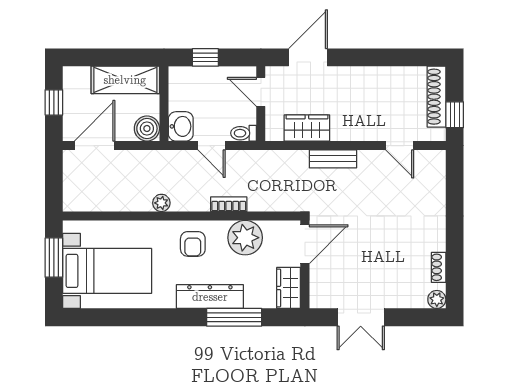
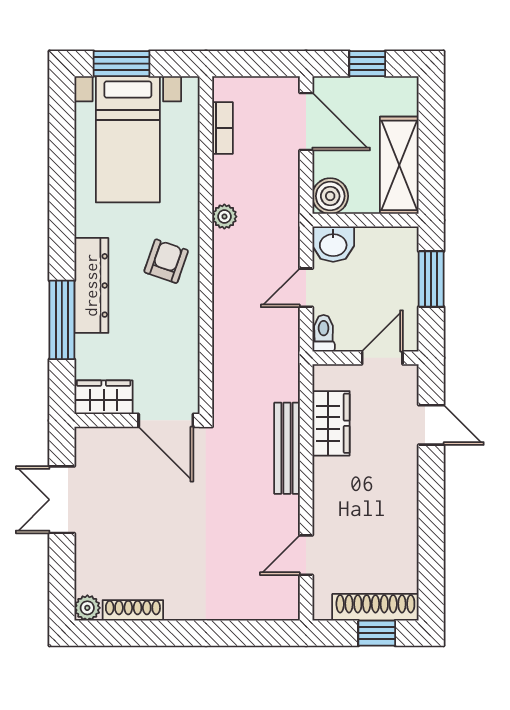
window: (205, 57) -> (431, 279), width x1.50
door: (308, 57) -> (431, 425), width x0.73
window: (455, 115) -> (377, 633), moved
bench: (333, 159) -> (287, 448), width x1.36
bookcase: (229, 204) -> (223, 128), moved
plant: (245, 238) -> (175, 336), removed
armchair: (193, 244) -> (166, 261), turned 109
window: (54, 258) -> (122, 64), moved
shoe rack: (439, 267) -> (133, 610), width x1.43

